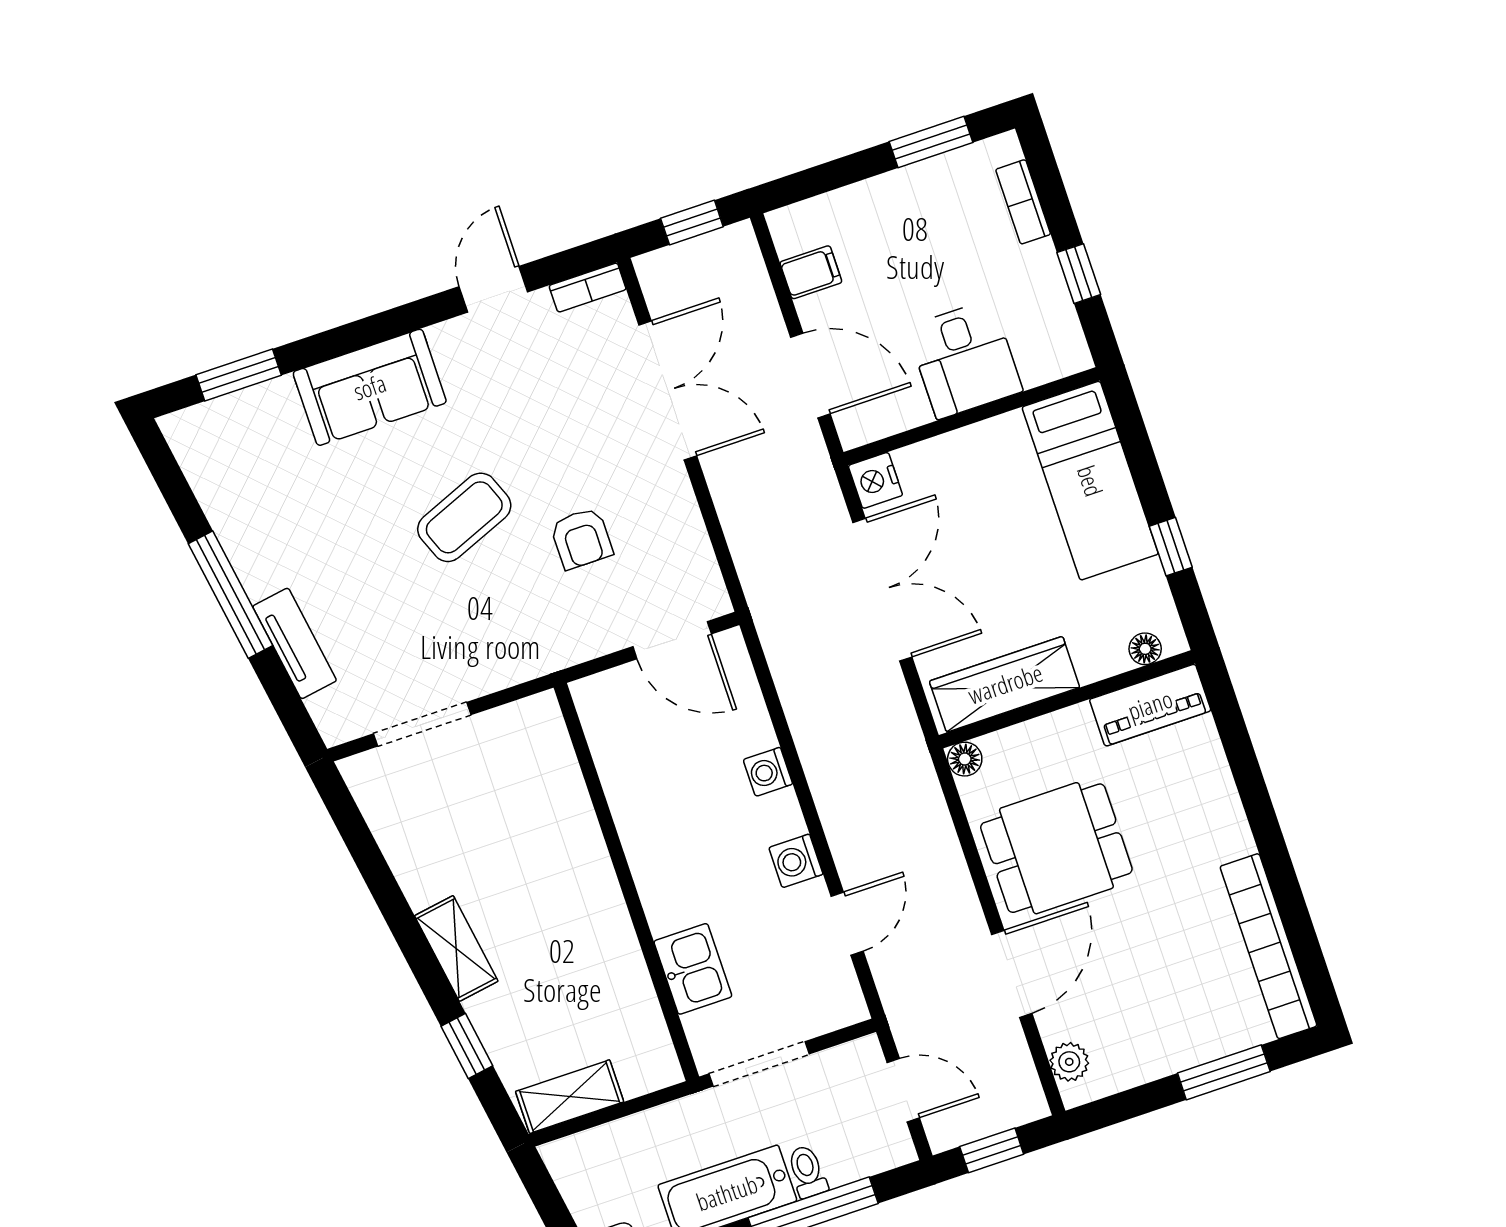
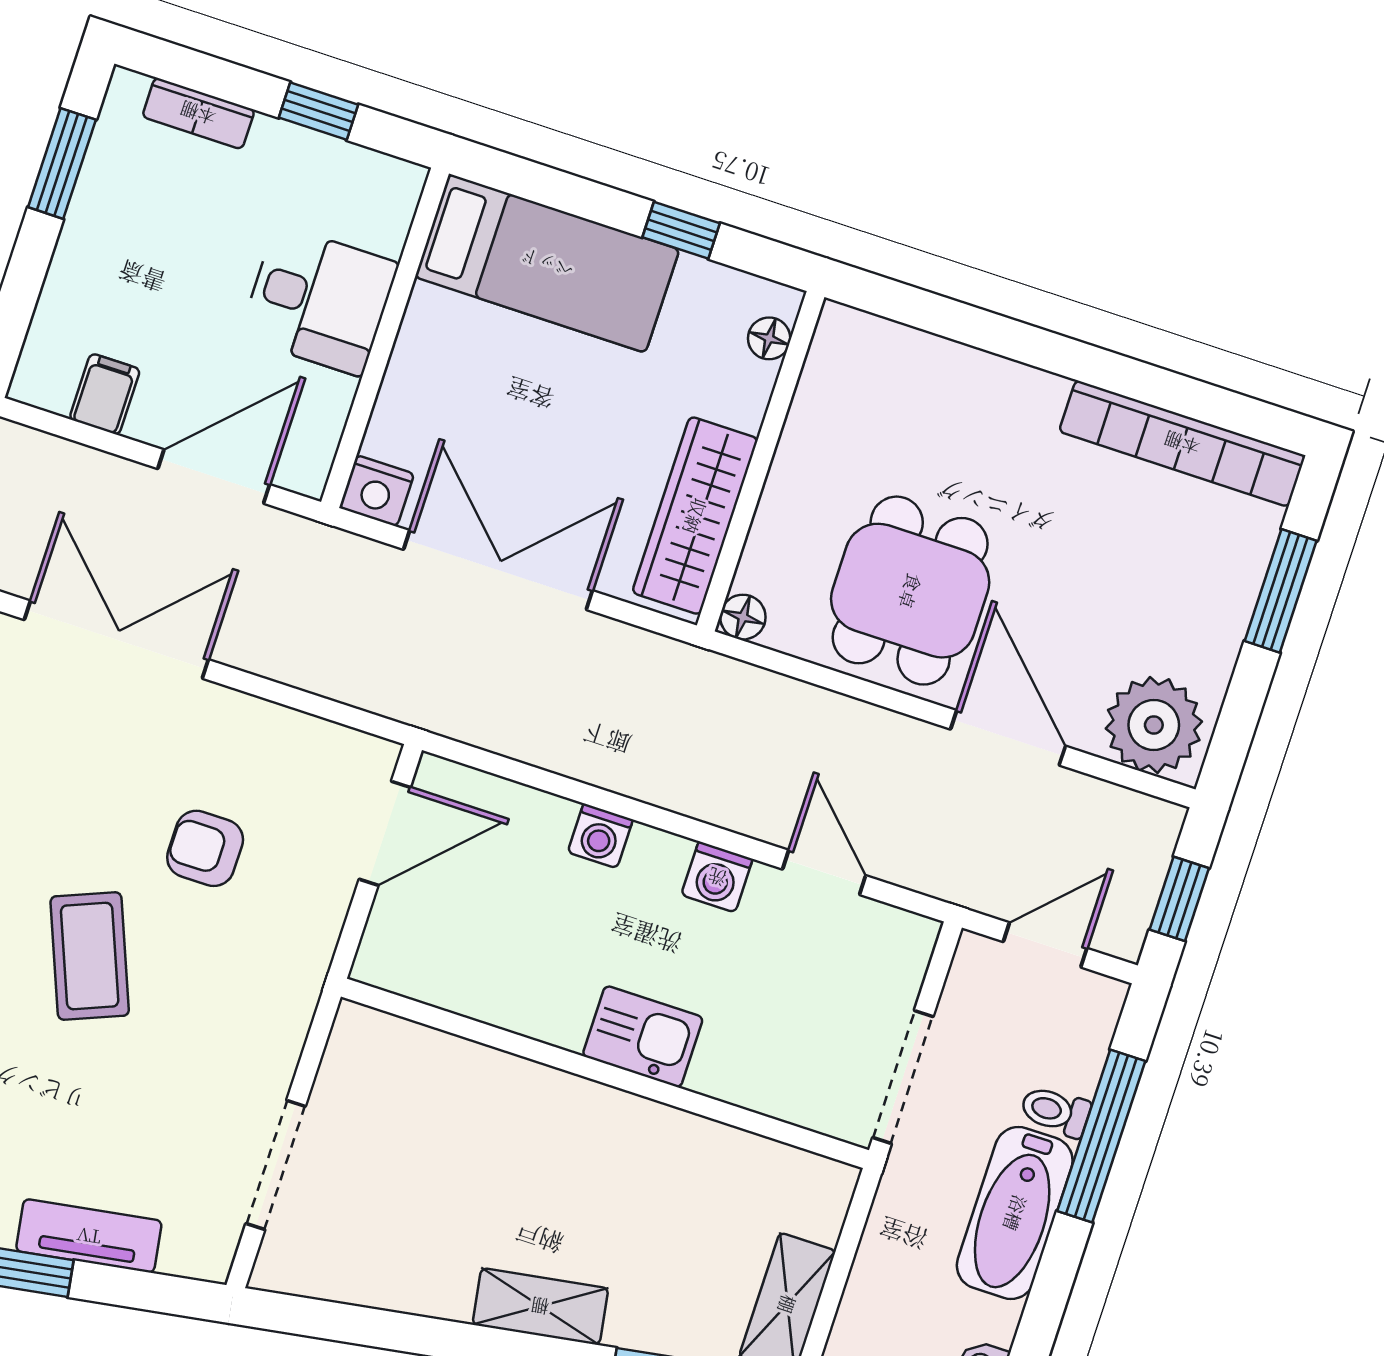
armchair: (582, 538) -> (205, 848), turned 180
piano: (1150, 705) -> (833, 378), removed
kitchen sink: (693, 969) -> (643, 1037), moved
plant: (1069, 1062) -> (1154, 725), width x1.88, depth x1.88

